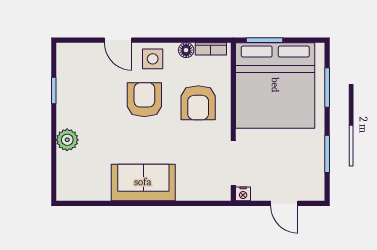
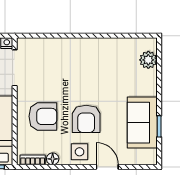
armchair: (198, 103) -> (43, 116), turned 90
plant: (67, 140) -> (148, 60), moved
sofa: (143, 182) -> (142, 123), moved, turned 90

